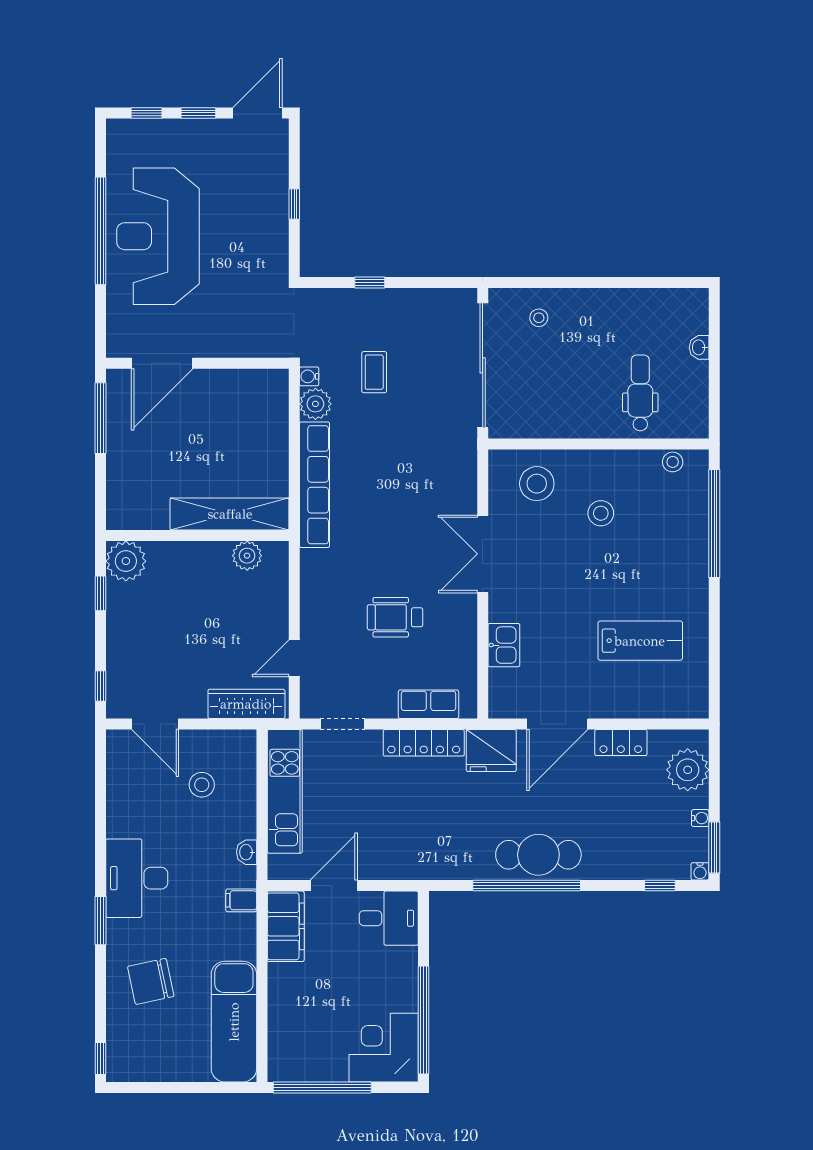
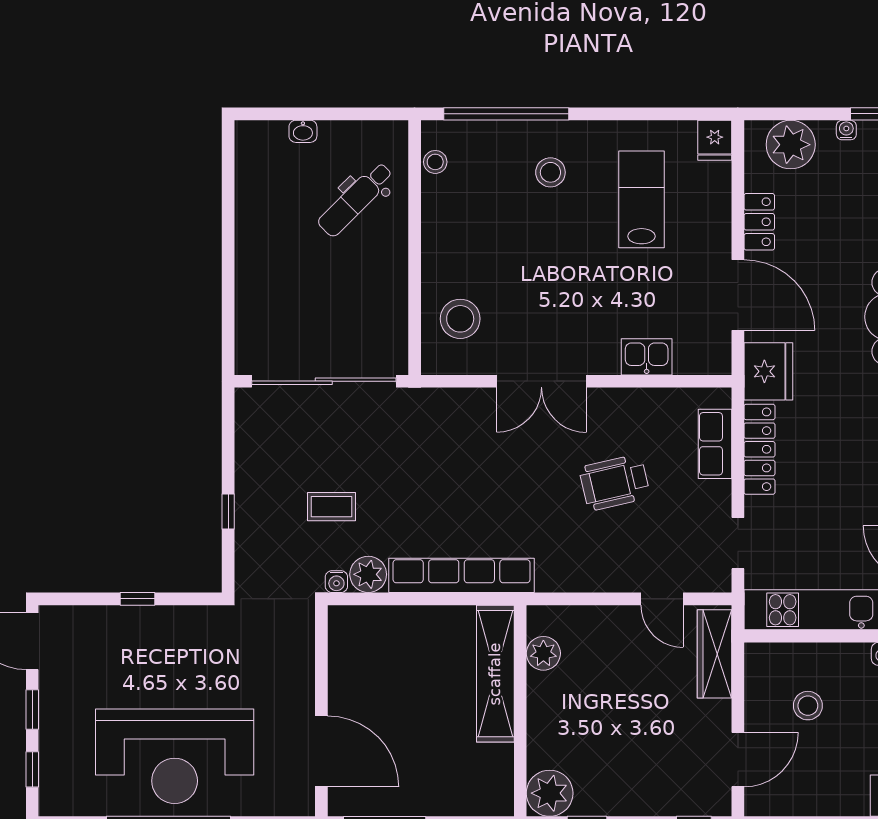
stool: (539, 318) -> (269, 316), removed
dental chair: (640, 393) -> (356, 199), turned -45
stool: (601, 513) -> (550, 172), moved
wheelchair: (395, 617) -> (615, 482), turned 77
fridge: (691, 704) -> (715, 140), added

